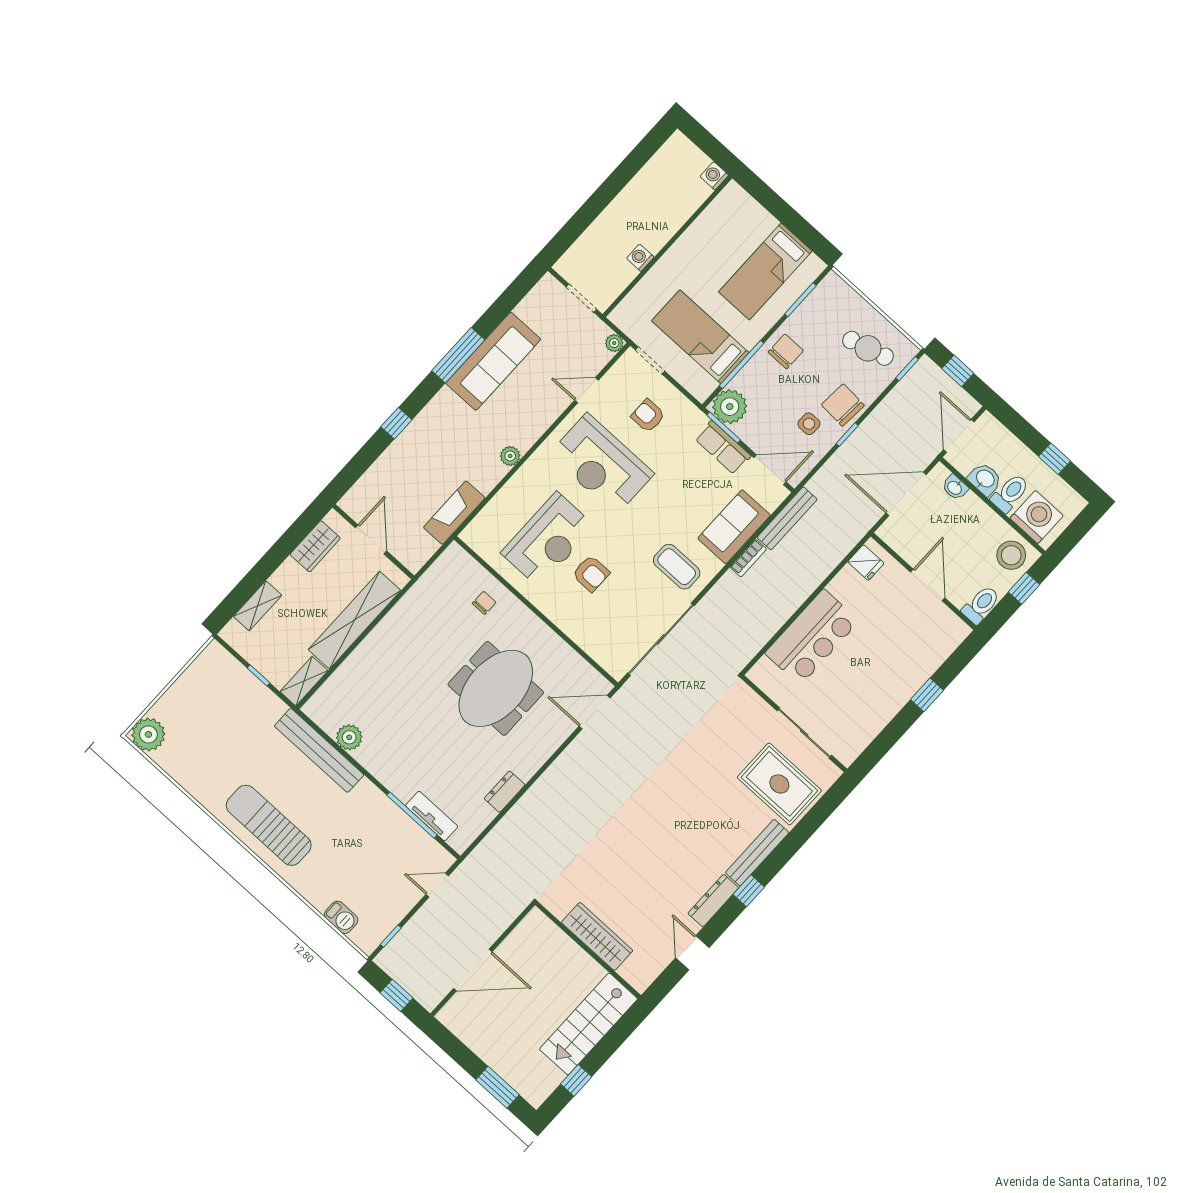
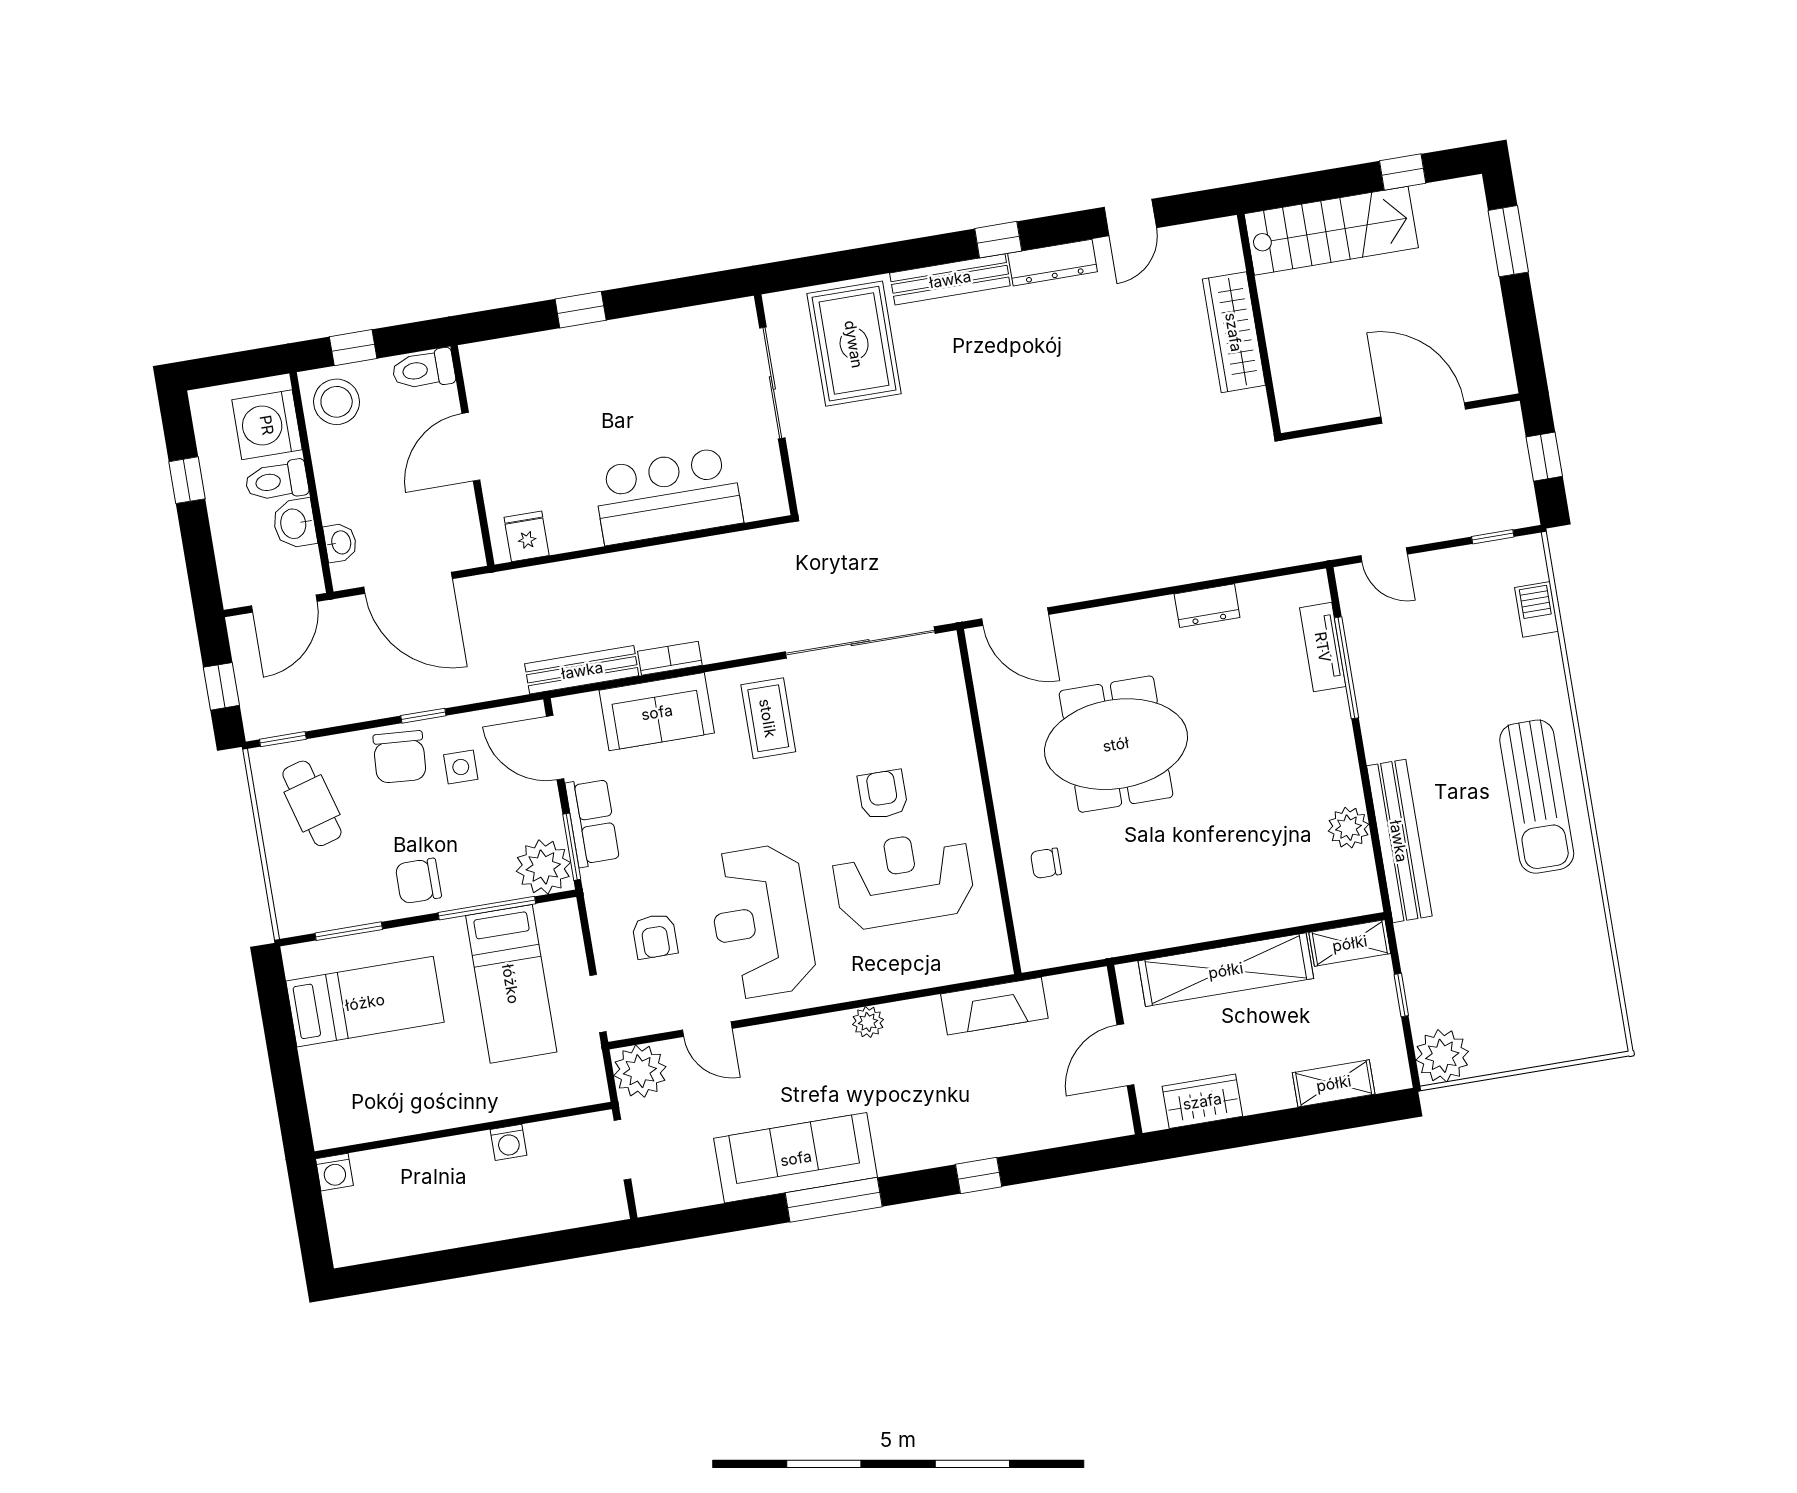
plant: (614, 343) -> (640, 1071), width x1.88, depth x1.88
reception desk: (601, 464) -> (761, 922), turned 180
plant: (148, 734) -> (1442, 1056), moved

